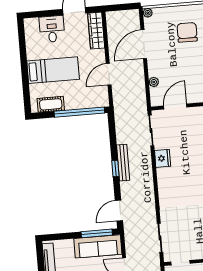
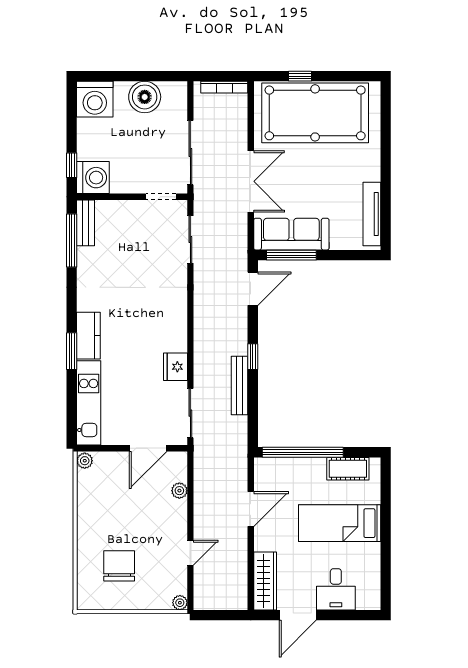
chair: (187, 32) -> (119, 566), turned 180
door: (144, 44) -> (190, 553), width x0.53
bench: (123, 163) -> (240, 385), moved

